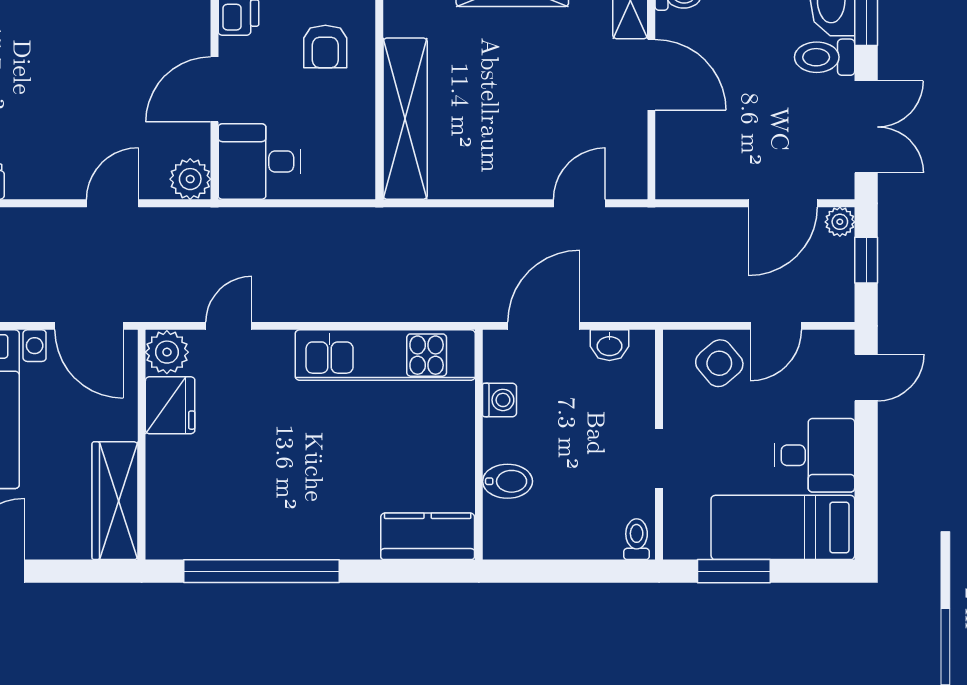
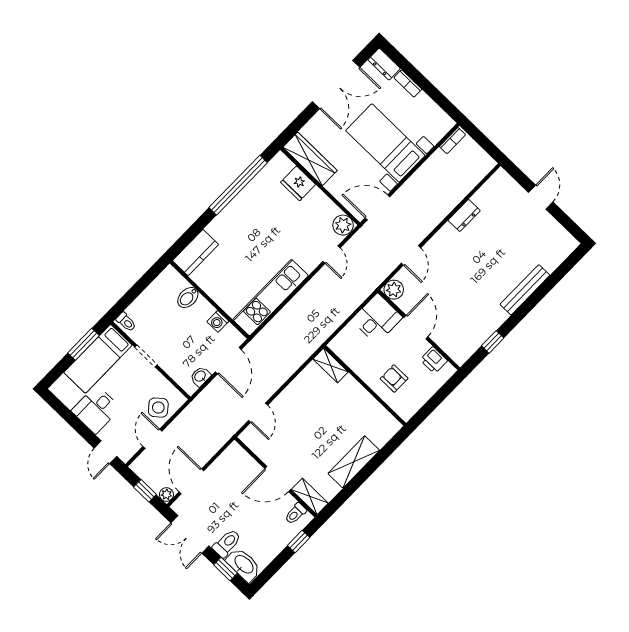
shelving: (405, 119) -> (331, 365), width x0.45, depth x0.75
fridge: (170, 405) -> (298, 183), moved
bed: (783, 527) -> (98, 359), moved, turned 180

